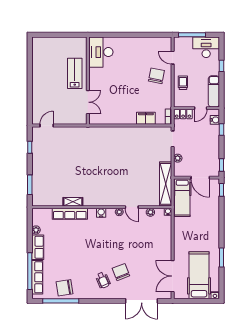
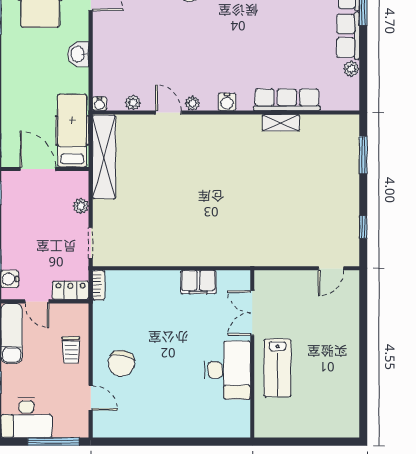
desk: (101, 52) -> (227, 370), moved
door: (201, 108) -> (37, 301), swing flipped
filing cabinet: (146, 118) -> (198, 282), moved
washbasin: (179, 238) -> (78, 54), added

